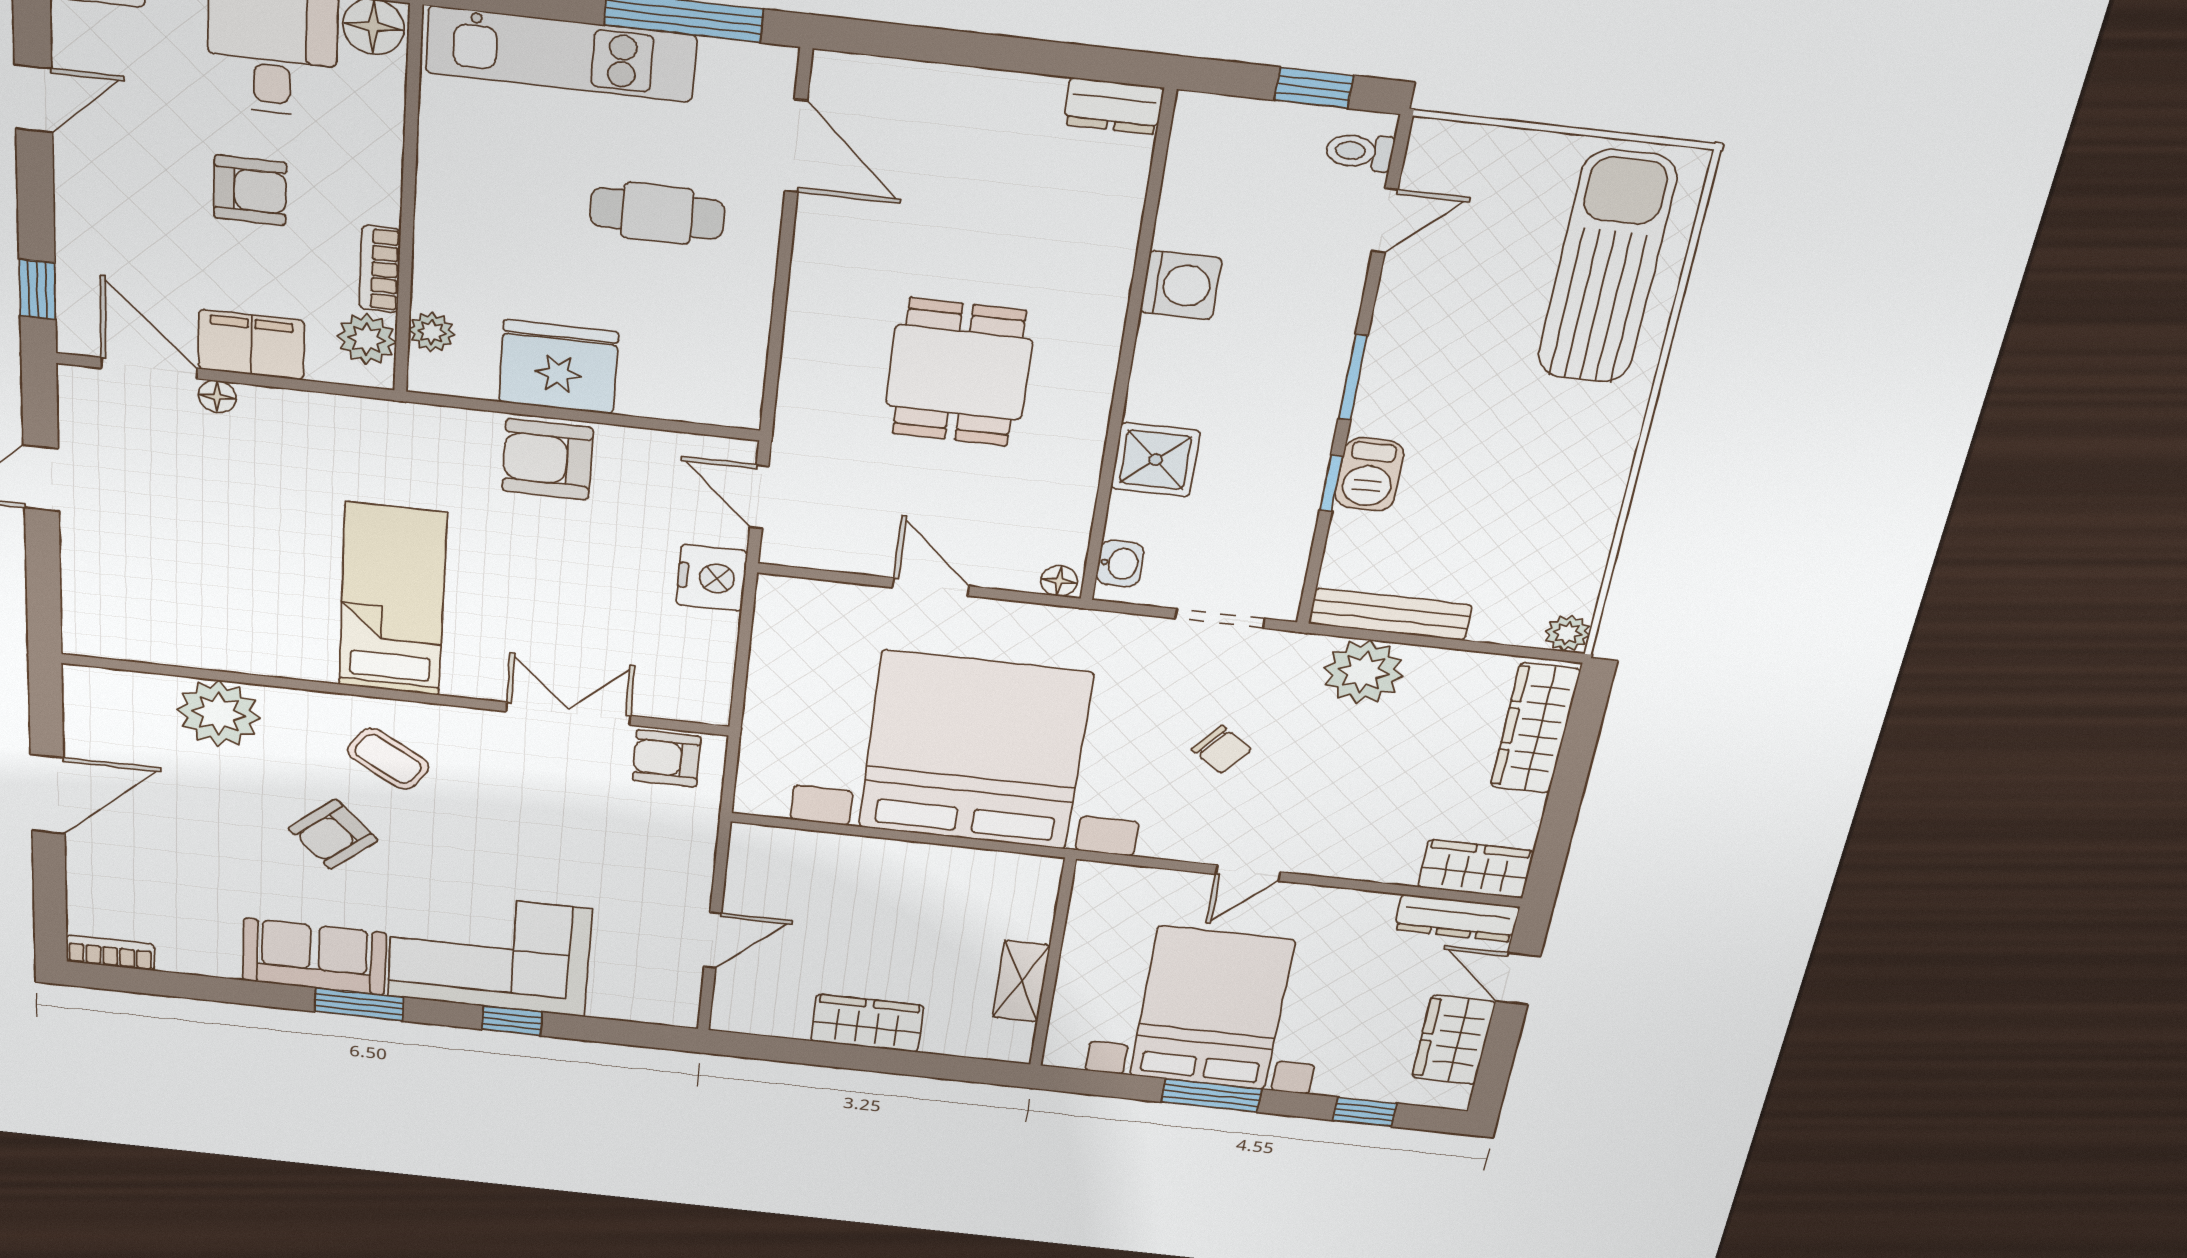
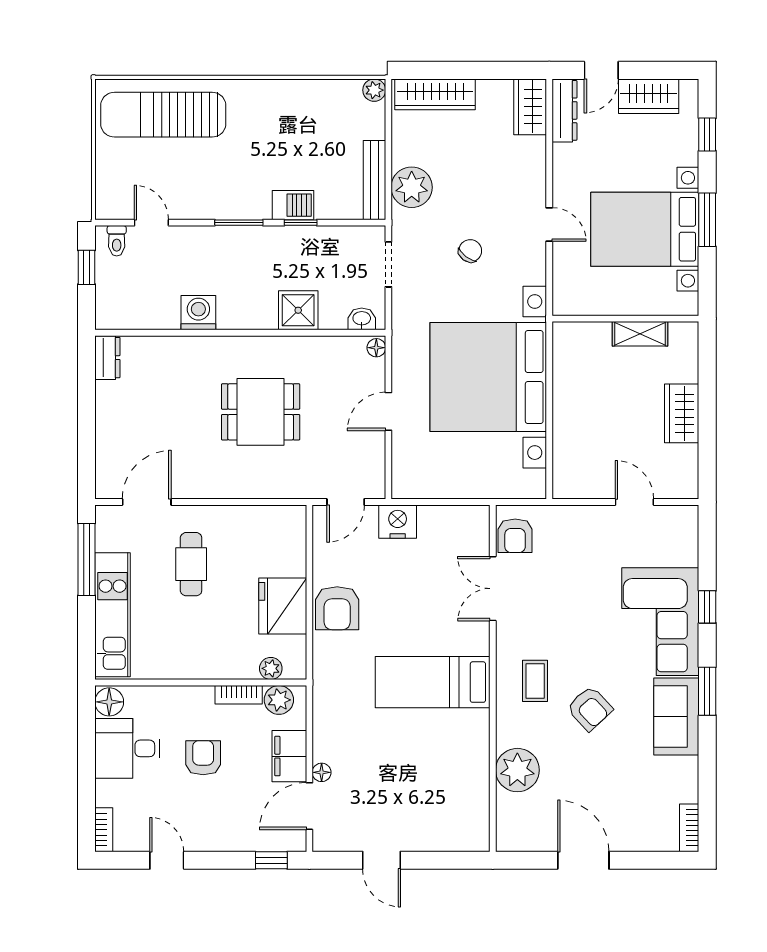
coffee table: (388, 759) -> (535, 681), turned -33

